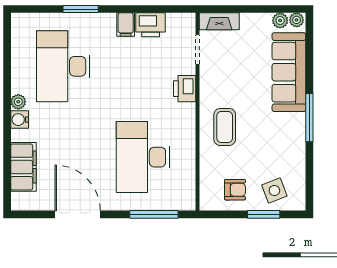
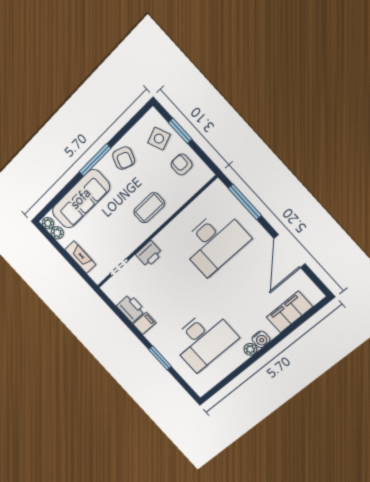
fireplace: (219, 21) -> (80, 257), moved
armchair: (287, 145) -> (124, 158), added

